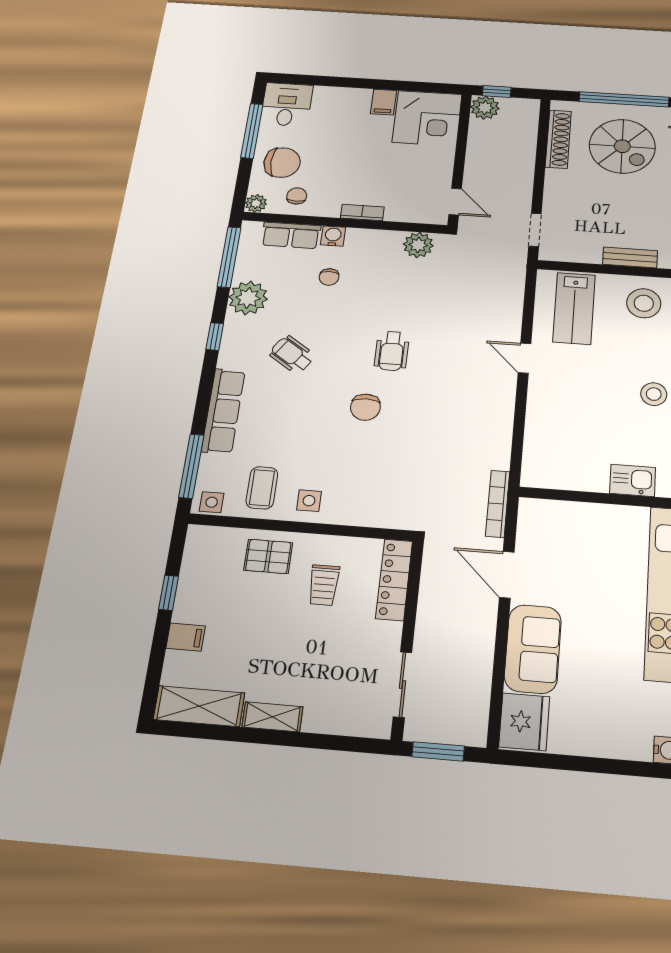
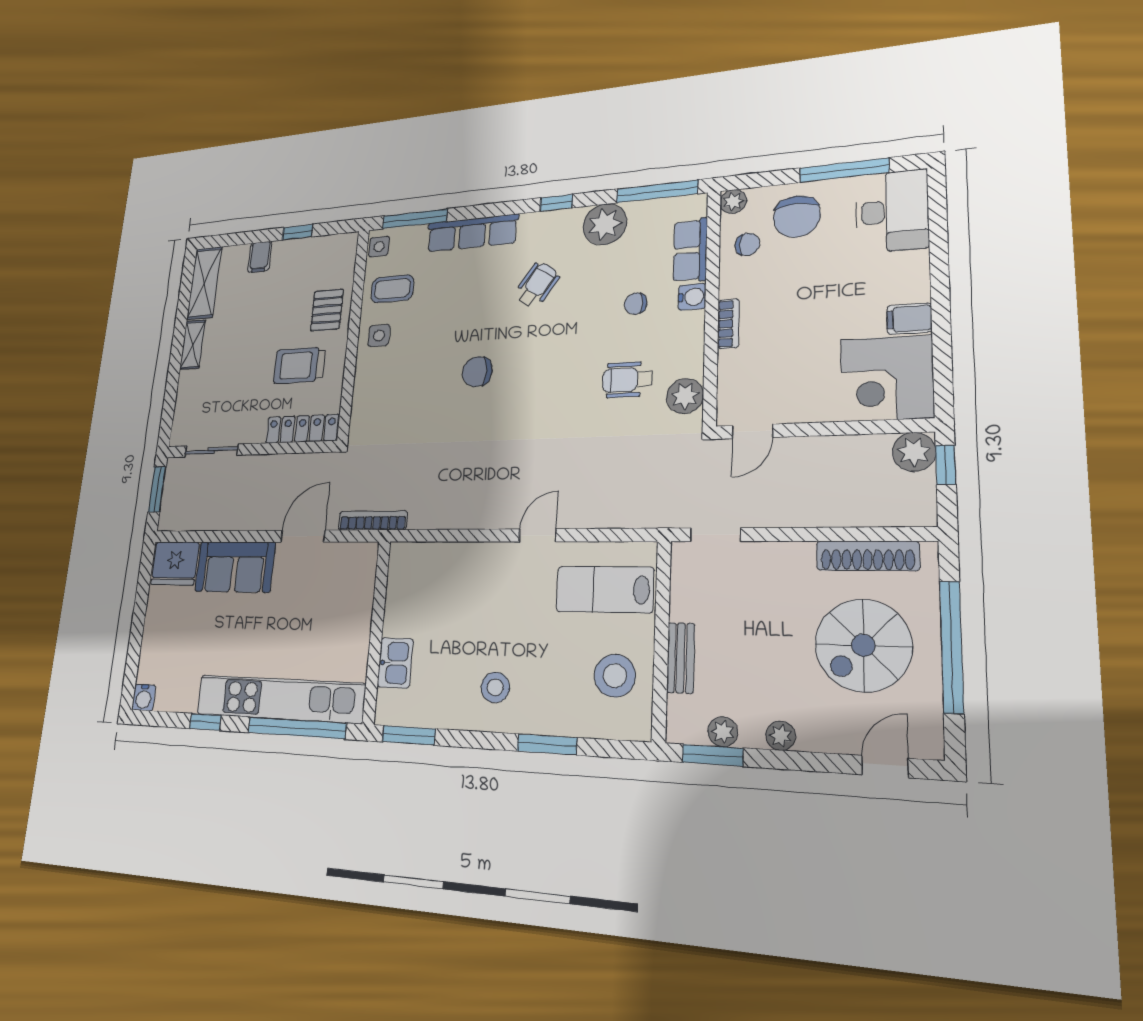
desk: (287, 104) -> (892, 211), width x1.37
wheelchair: (392, 351) -> (628, 380), moved
trolley: (324, 585) -> (299, 365), width x1.36, depth x1.39

